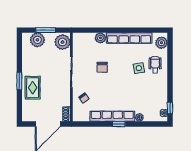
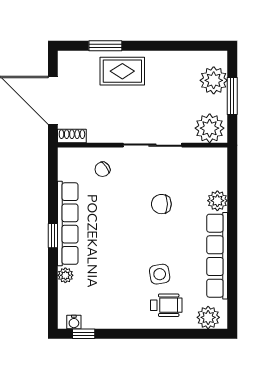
window: (19, 81) -> (105, 46), moved

